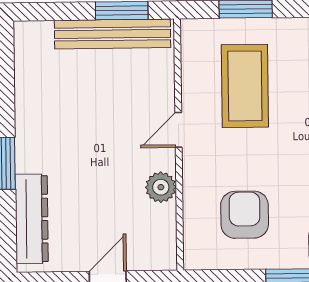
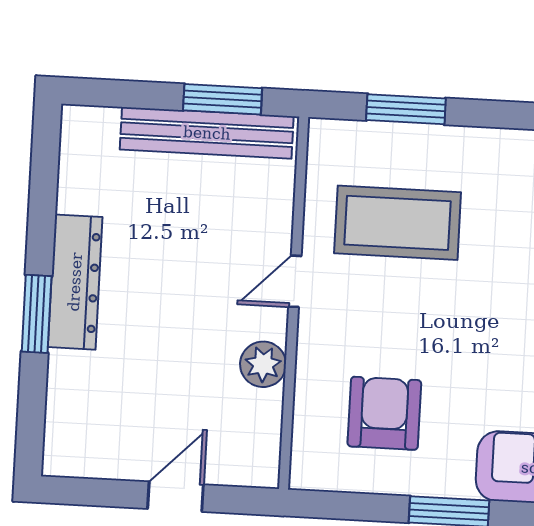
coffee table: (245, 86) -> (398, 223), turned 90
dresser: (32, 219) -> (75, 282), moved

